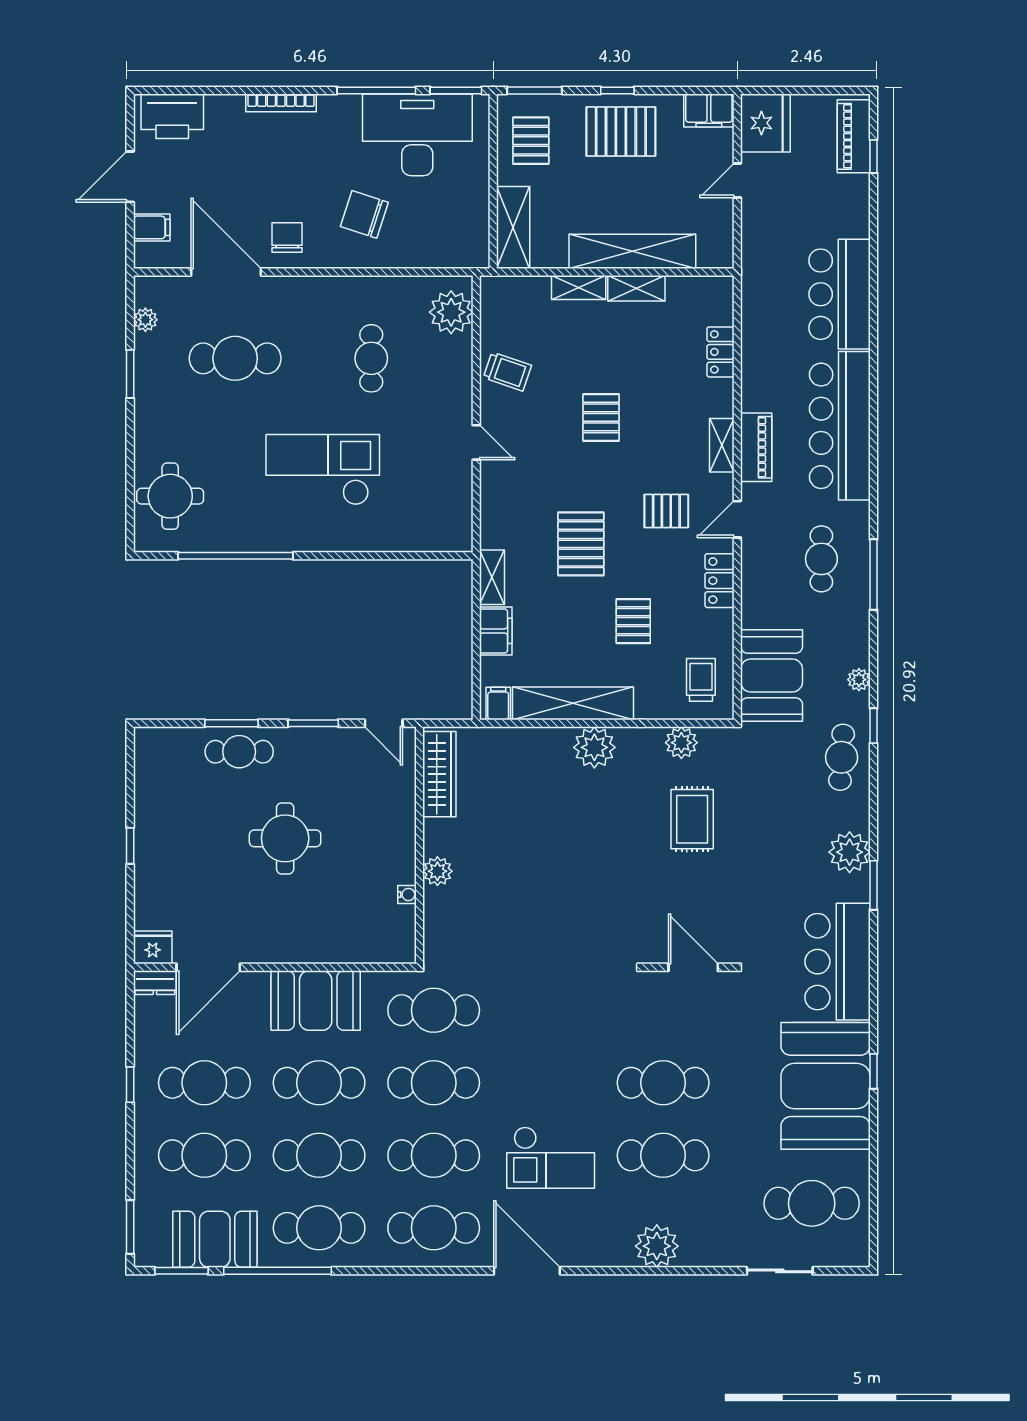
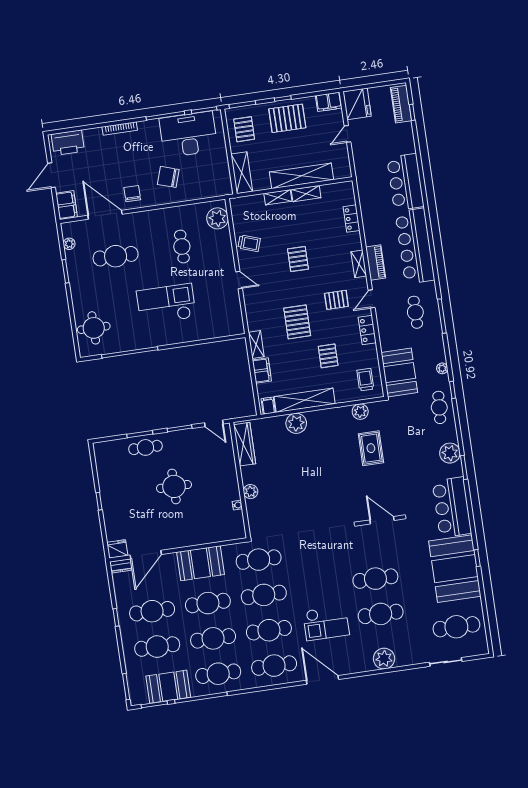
filing cabinet: (152, 227) -> (67, 205), width x2.00
plant: (594, 747) -> (296, 423), moved

